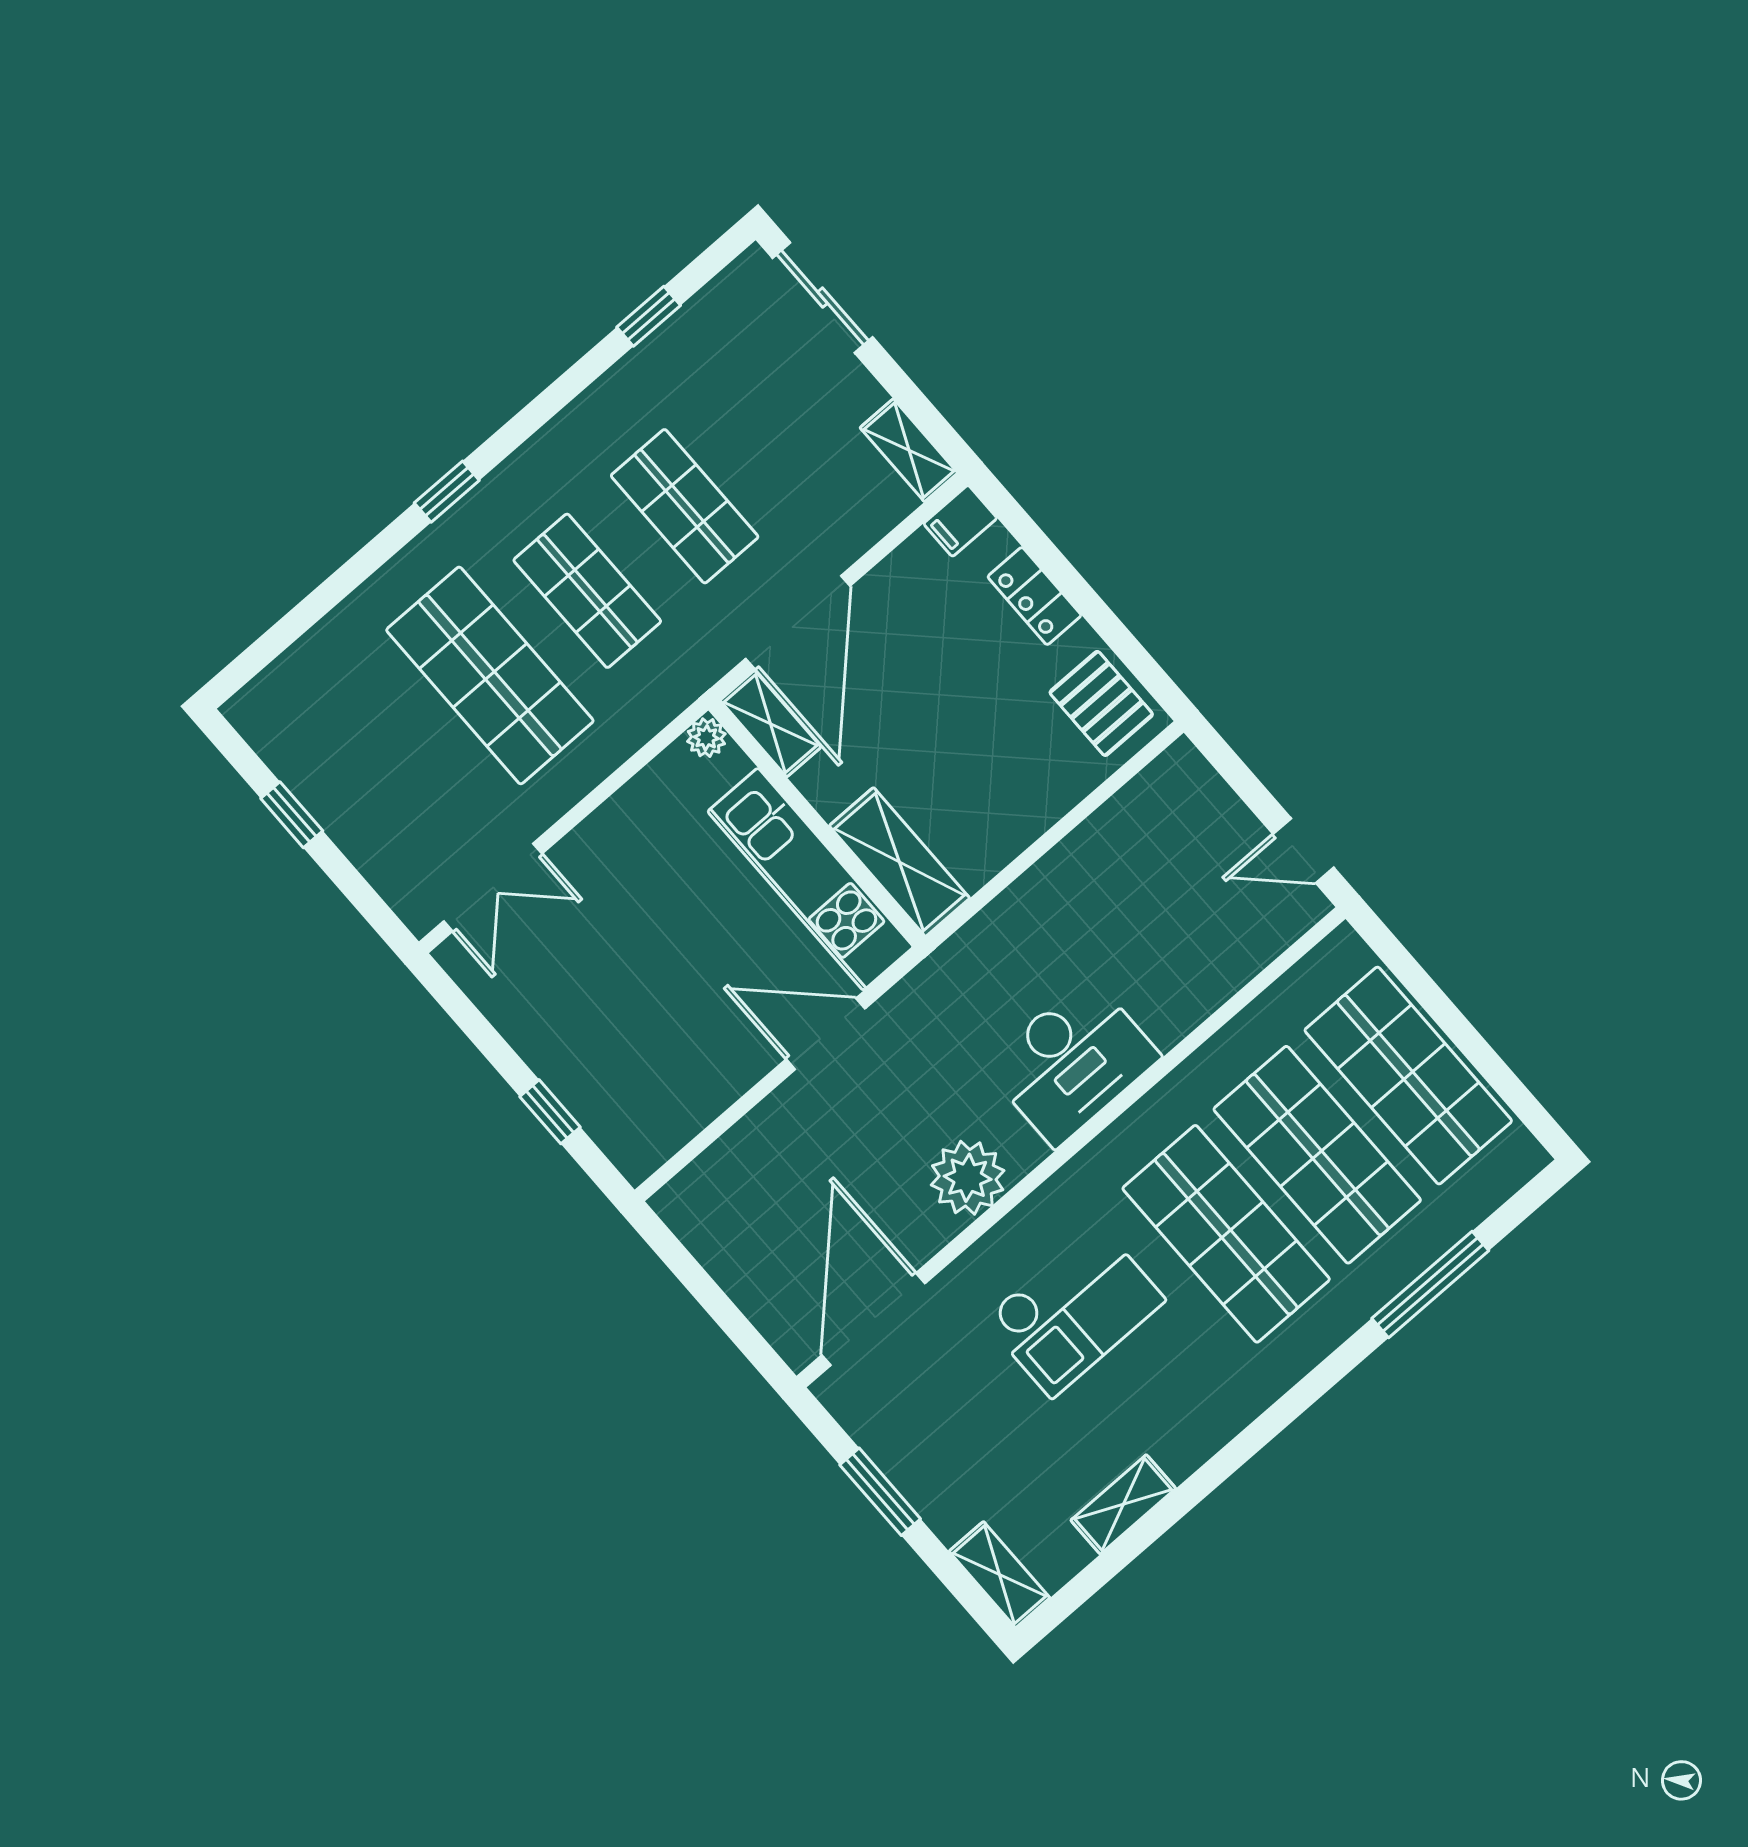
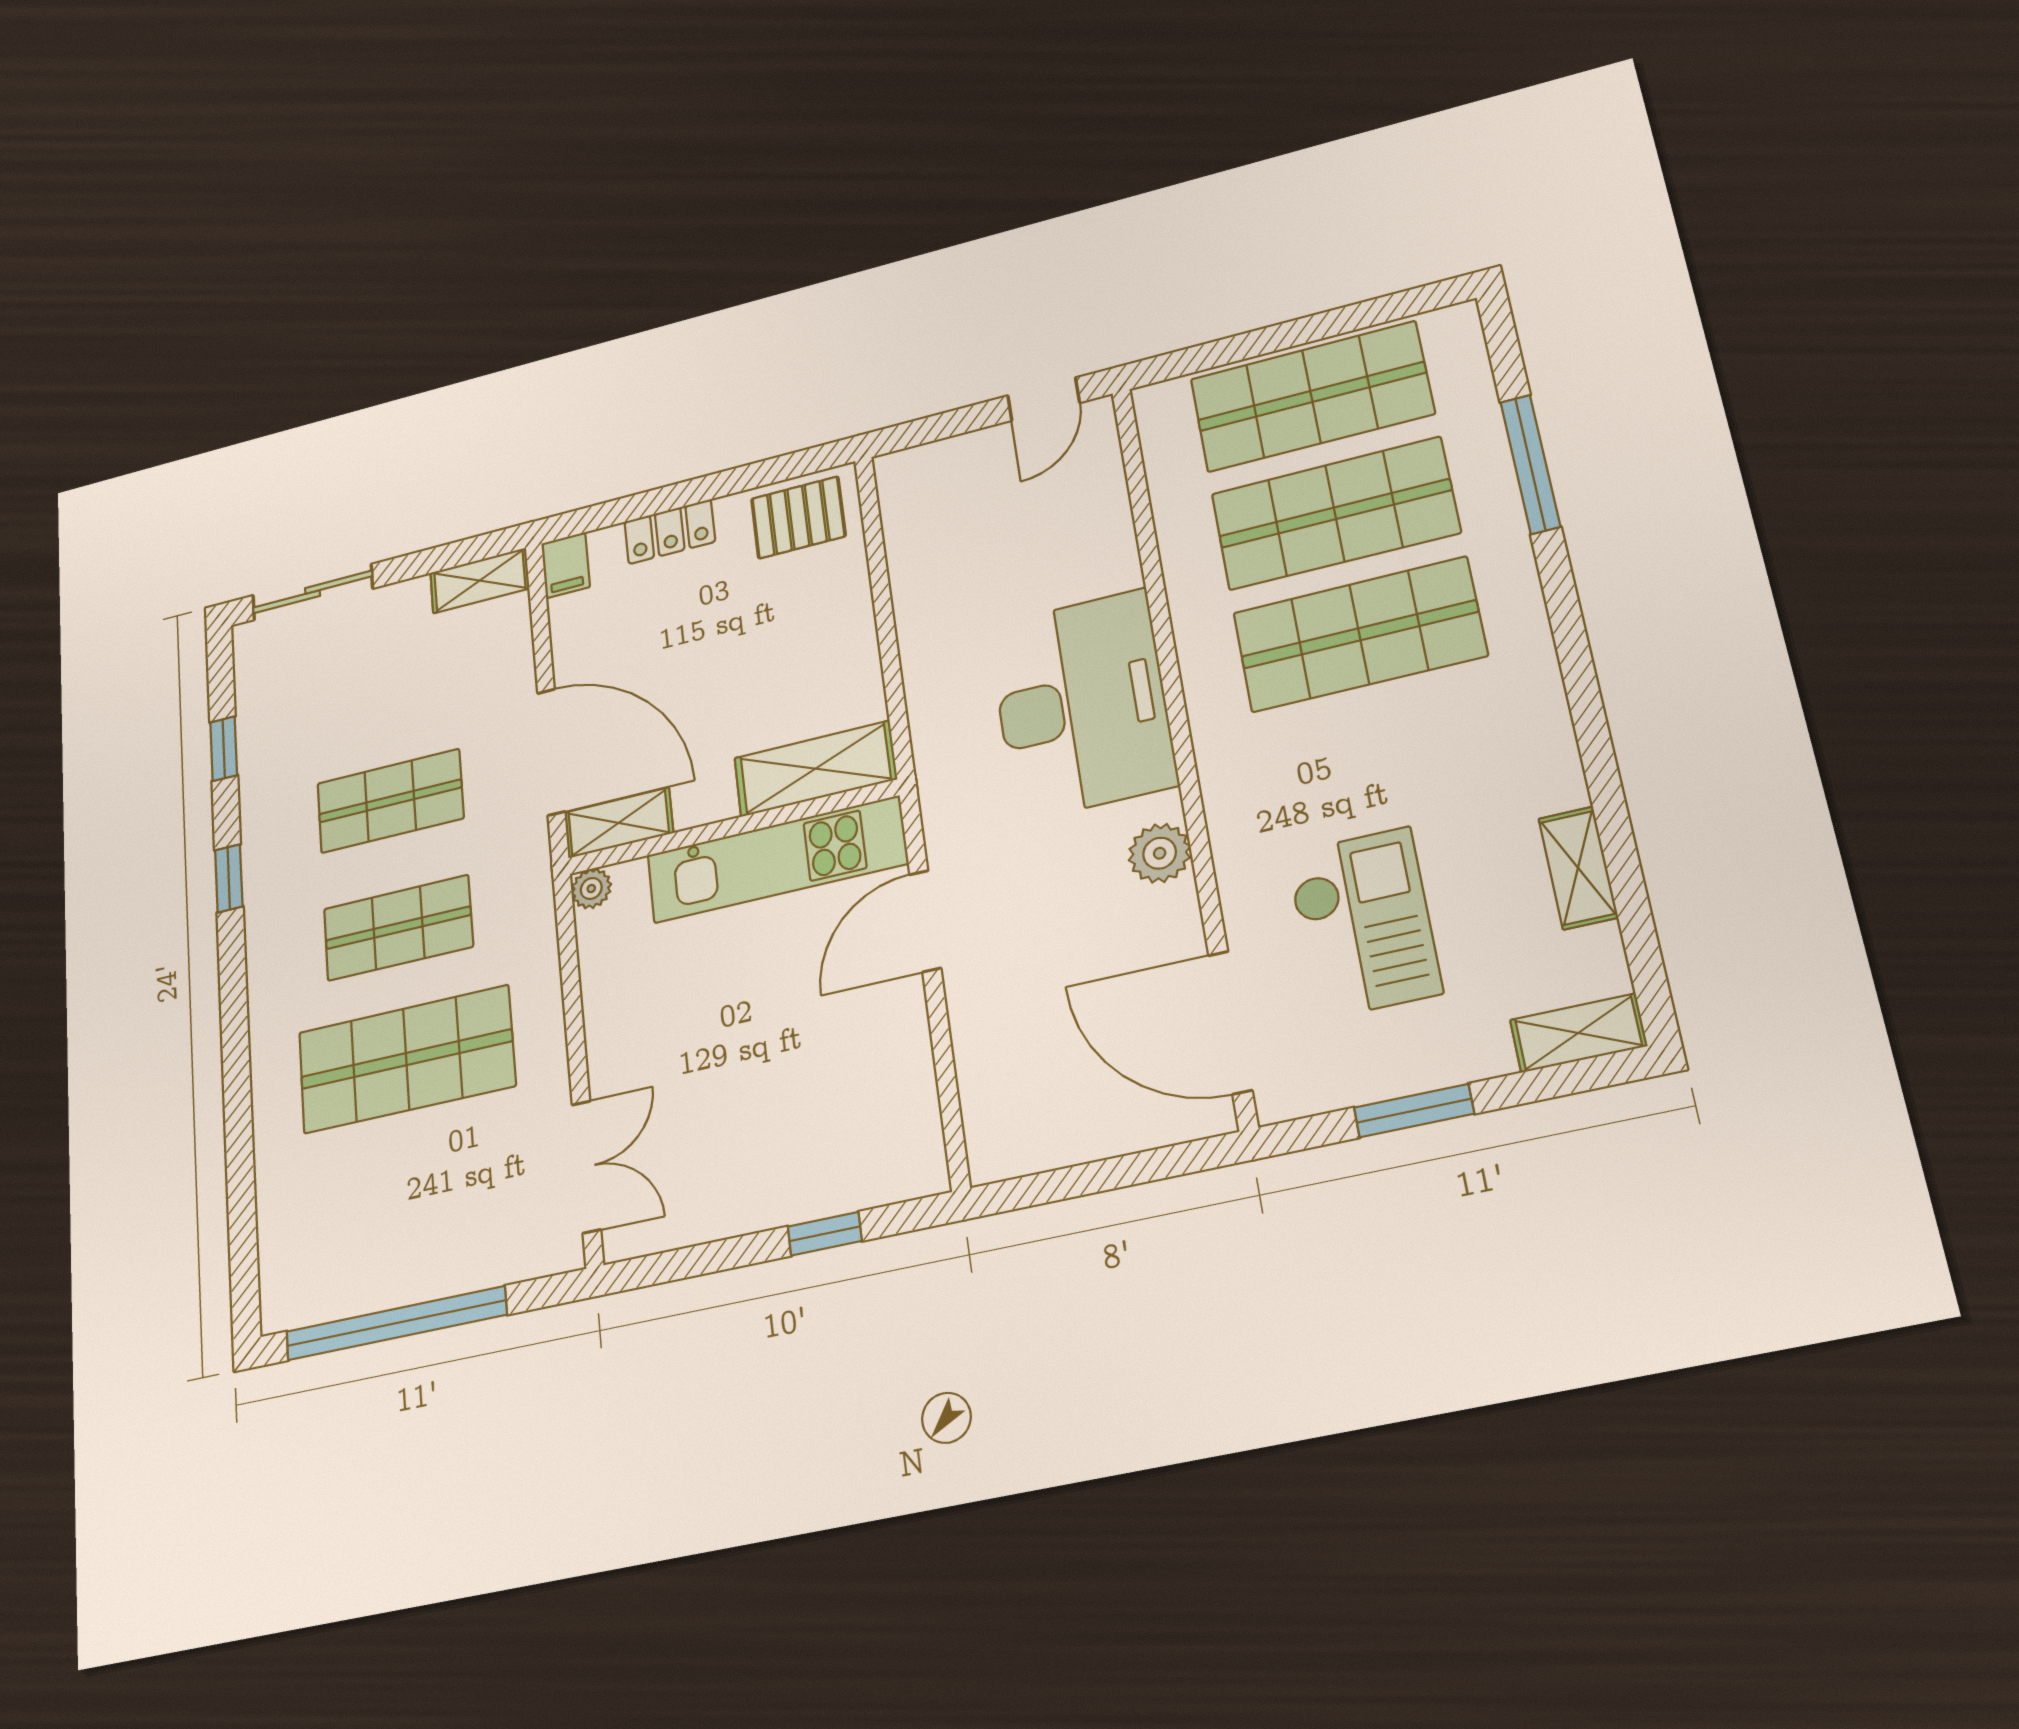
window: (447, 492) -> (229, 878), moved
window: (292, 815) -> (396, 1323), width x3.17
desk: (1072, 1061) -> (1082, 705), width x1.36, depth x1.30
plant: (968, 1178) -> (1160, 853), width x0.73, depth x0.73
checkout: (1074, 1310) -> (1363, 923), moved

